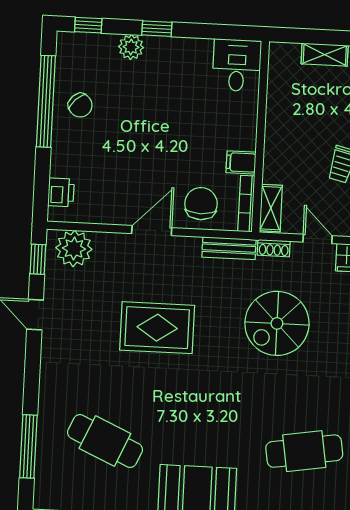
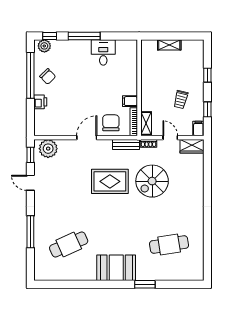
window: (157, 29) -> (84, 36), width x2.17
plant: (131, 47) -> (44, 46), moved
desk: (237, 65) -> (103, 52), moved
printer: (61, 192) -> (40, 102), moved
rug: (157, 328) -> (110, 181), moved
cafe table: (105, 441) -> (69, 245), turned -48
window: (28, 446) -> (30, 232), moved

